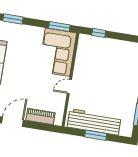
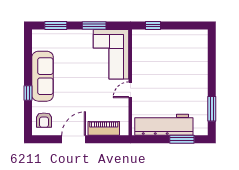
window: (59, 27) -> (94, 25), moved
window: (96, 135) -> (182, 139), moved

